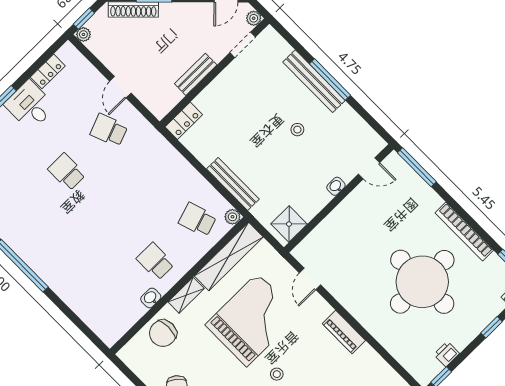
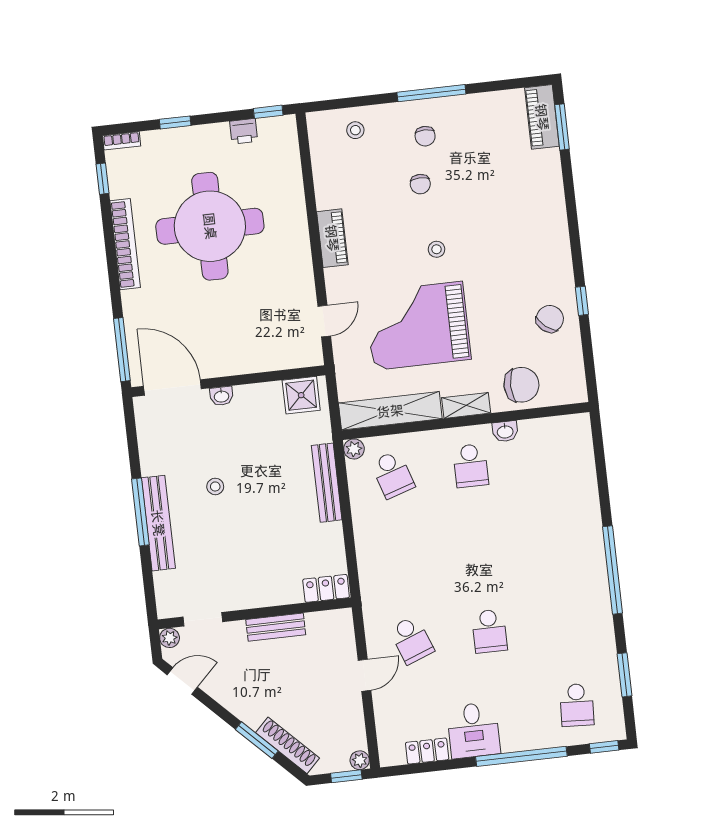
door: (369, 168) -> (172, 388), width x1.87

